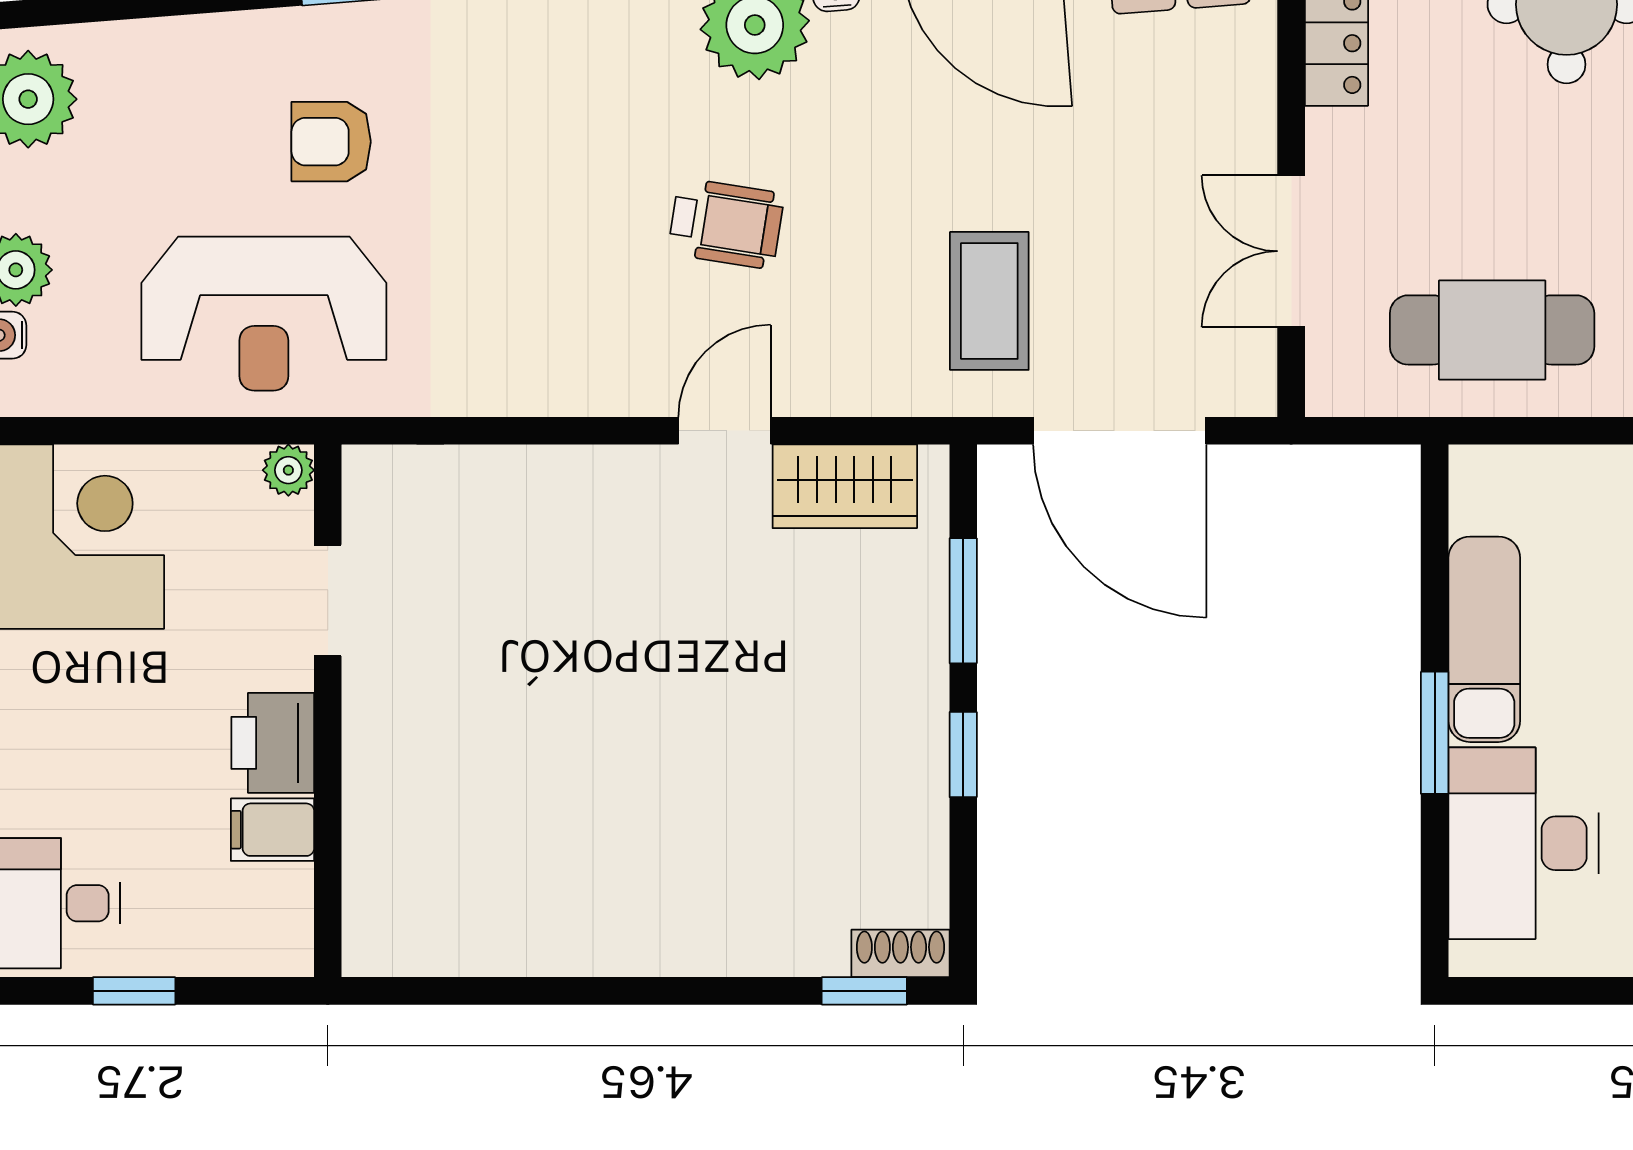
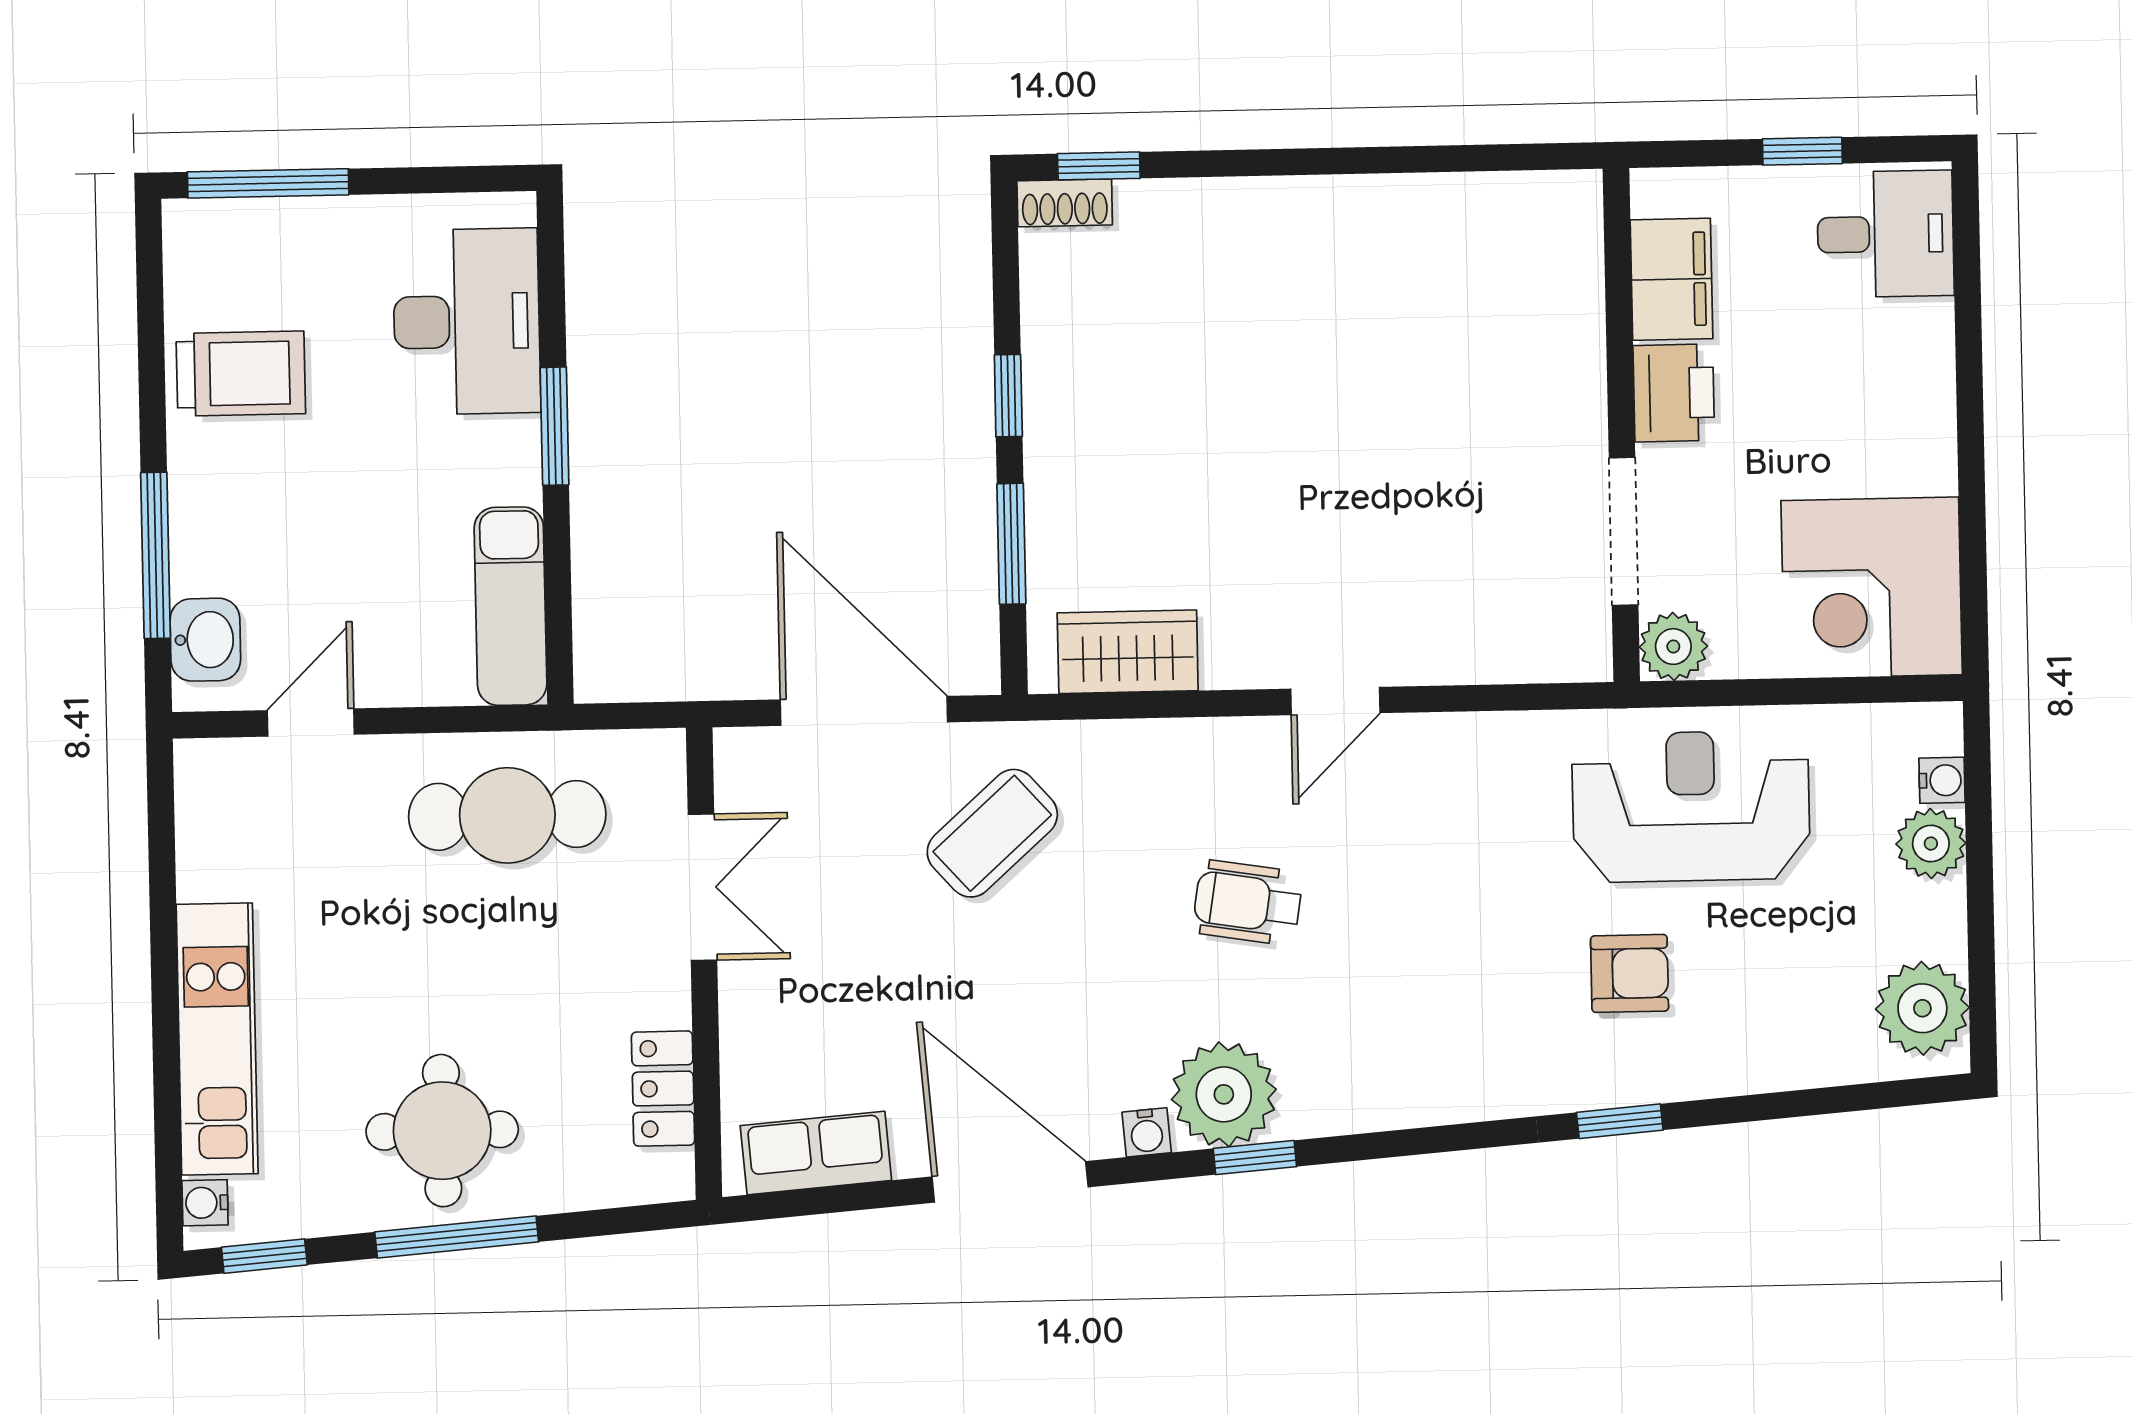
coffee table: (989, 301) -> (992, 833), turned 48
door: (724, 431) -> (1335, 701), moved
plant: (288, 470) -> (1673, 647), width x1.38, depth x1.38
doorway: (328, 600) -> (1624, 531), width x1.38
exam couch: (1484, 639) -> (510, 606), moved
filing cabinet: (273, 830) -> (1672, 279), width x2.00

